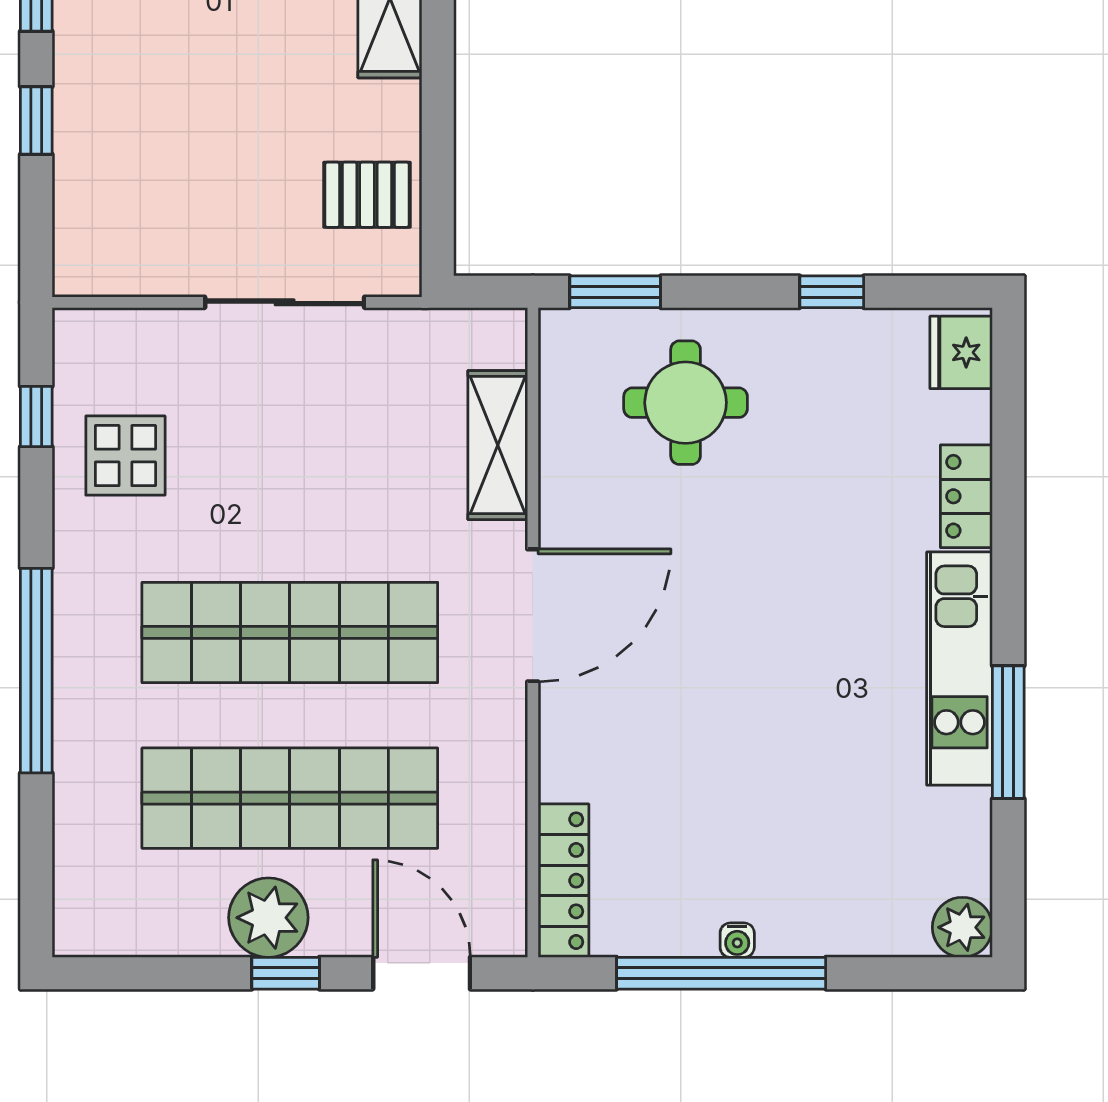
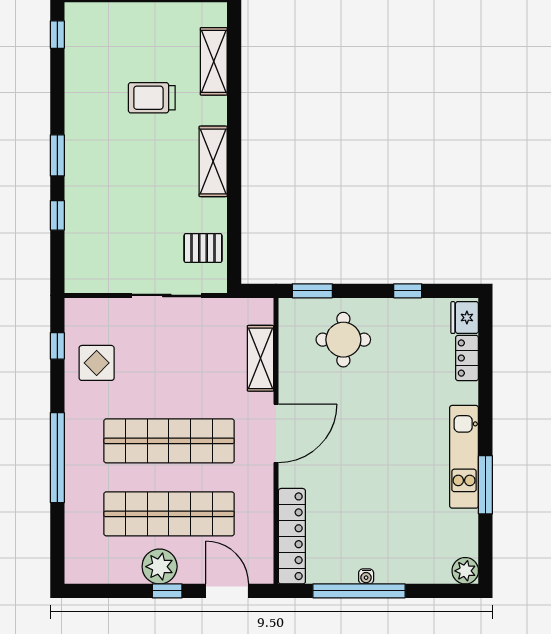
locker: (966, 496) -> (467, 358), moved
locker: (563, 881) -> (292, 536), width x1.41, depth x1.21

